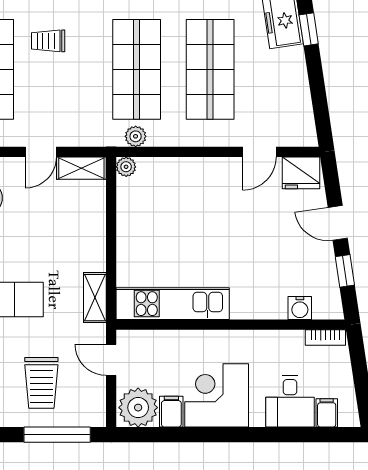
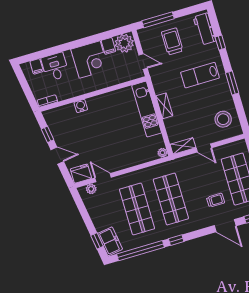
plant: (136, 136) -> (91, 189), moved
door: (41, 152) -> (204, 148), swing flipped
door: (259, 152) -> (103, 178), hinge flipped
shelving: (95, 298) -> (164, 106), moved
kitchen unit: (173, 304) -> (147, 109), moved, turned 90
water cooler: (300, 308) -> (81, 106), moved

